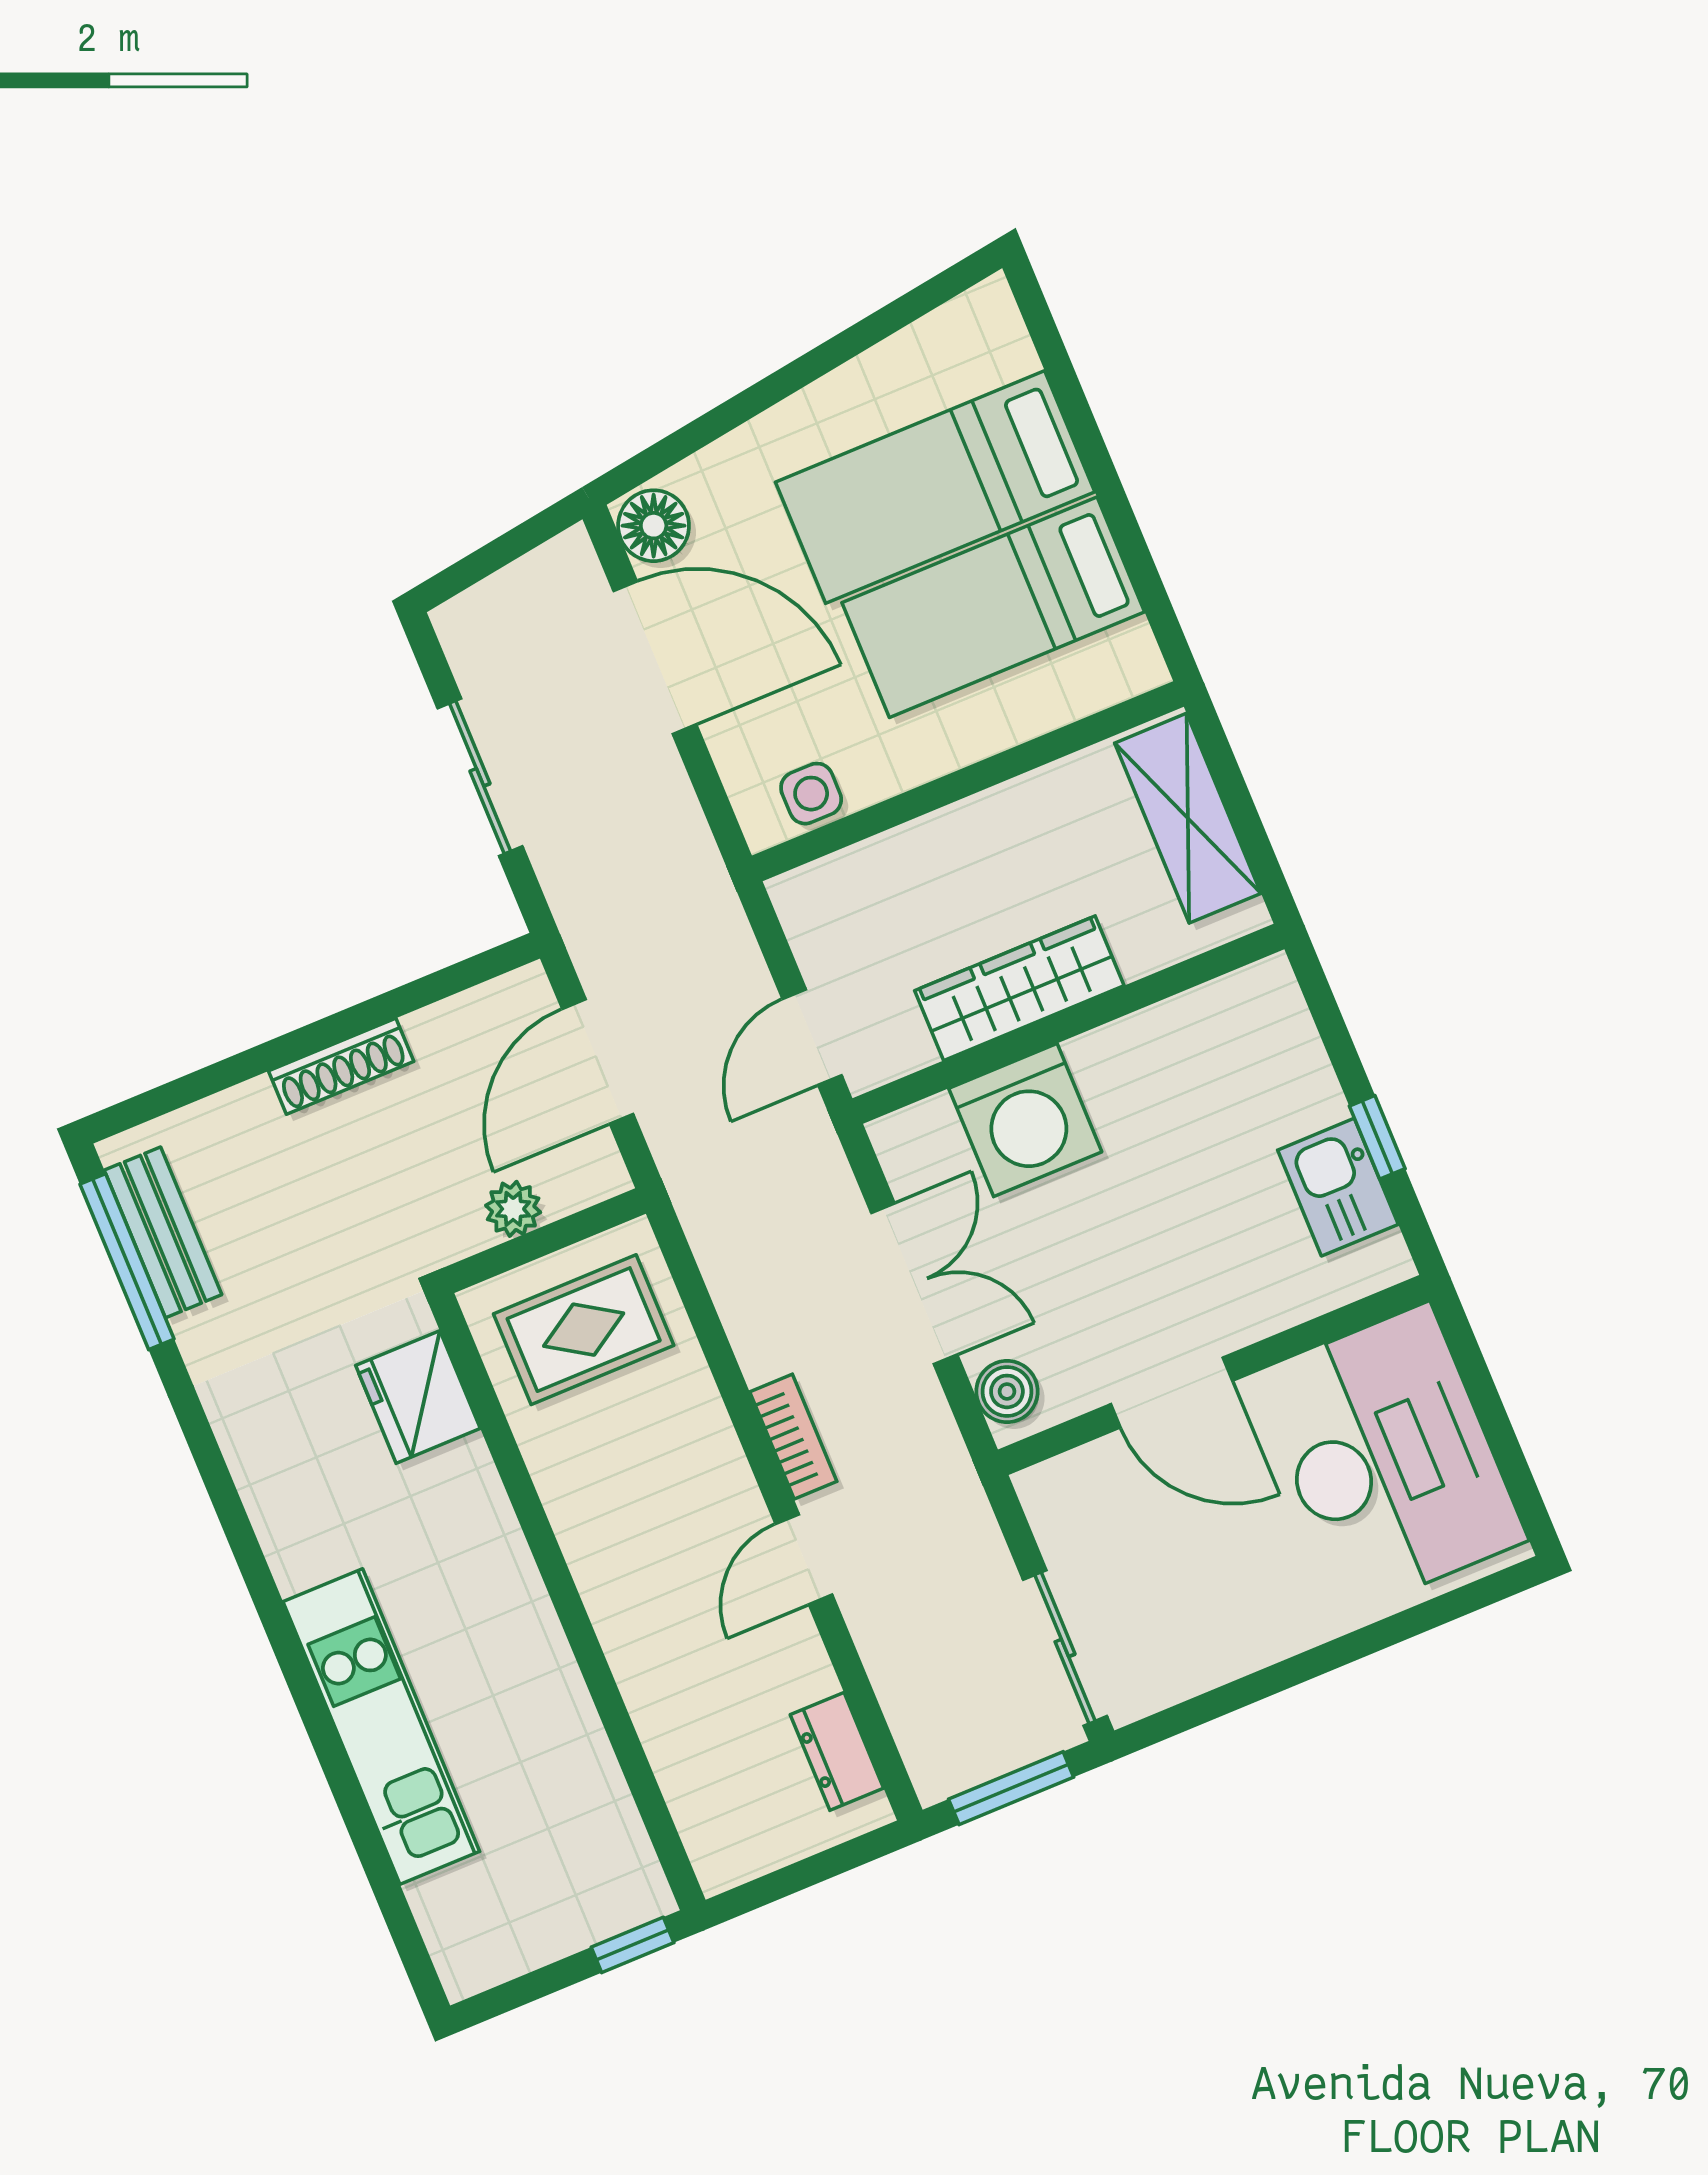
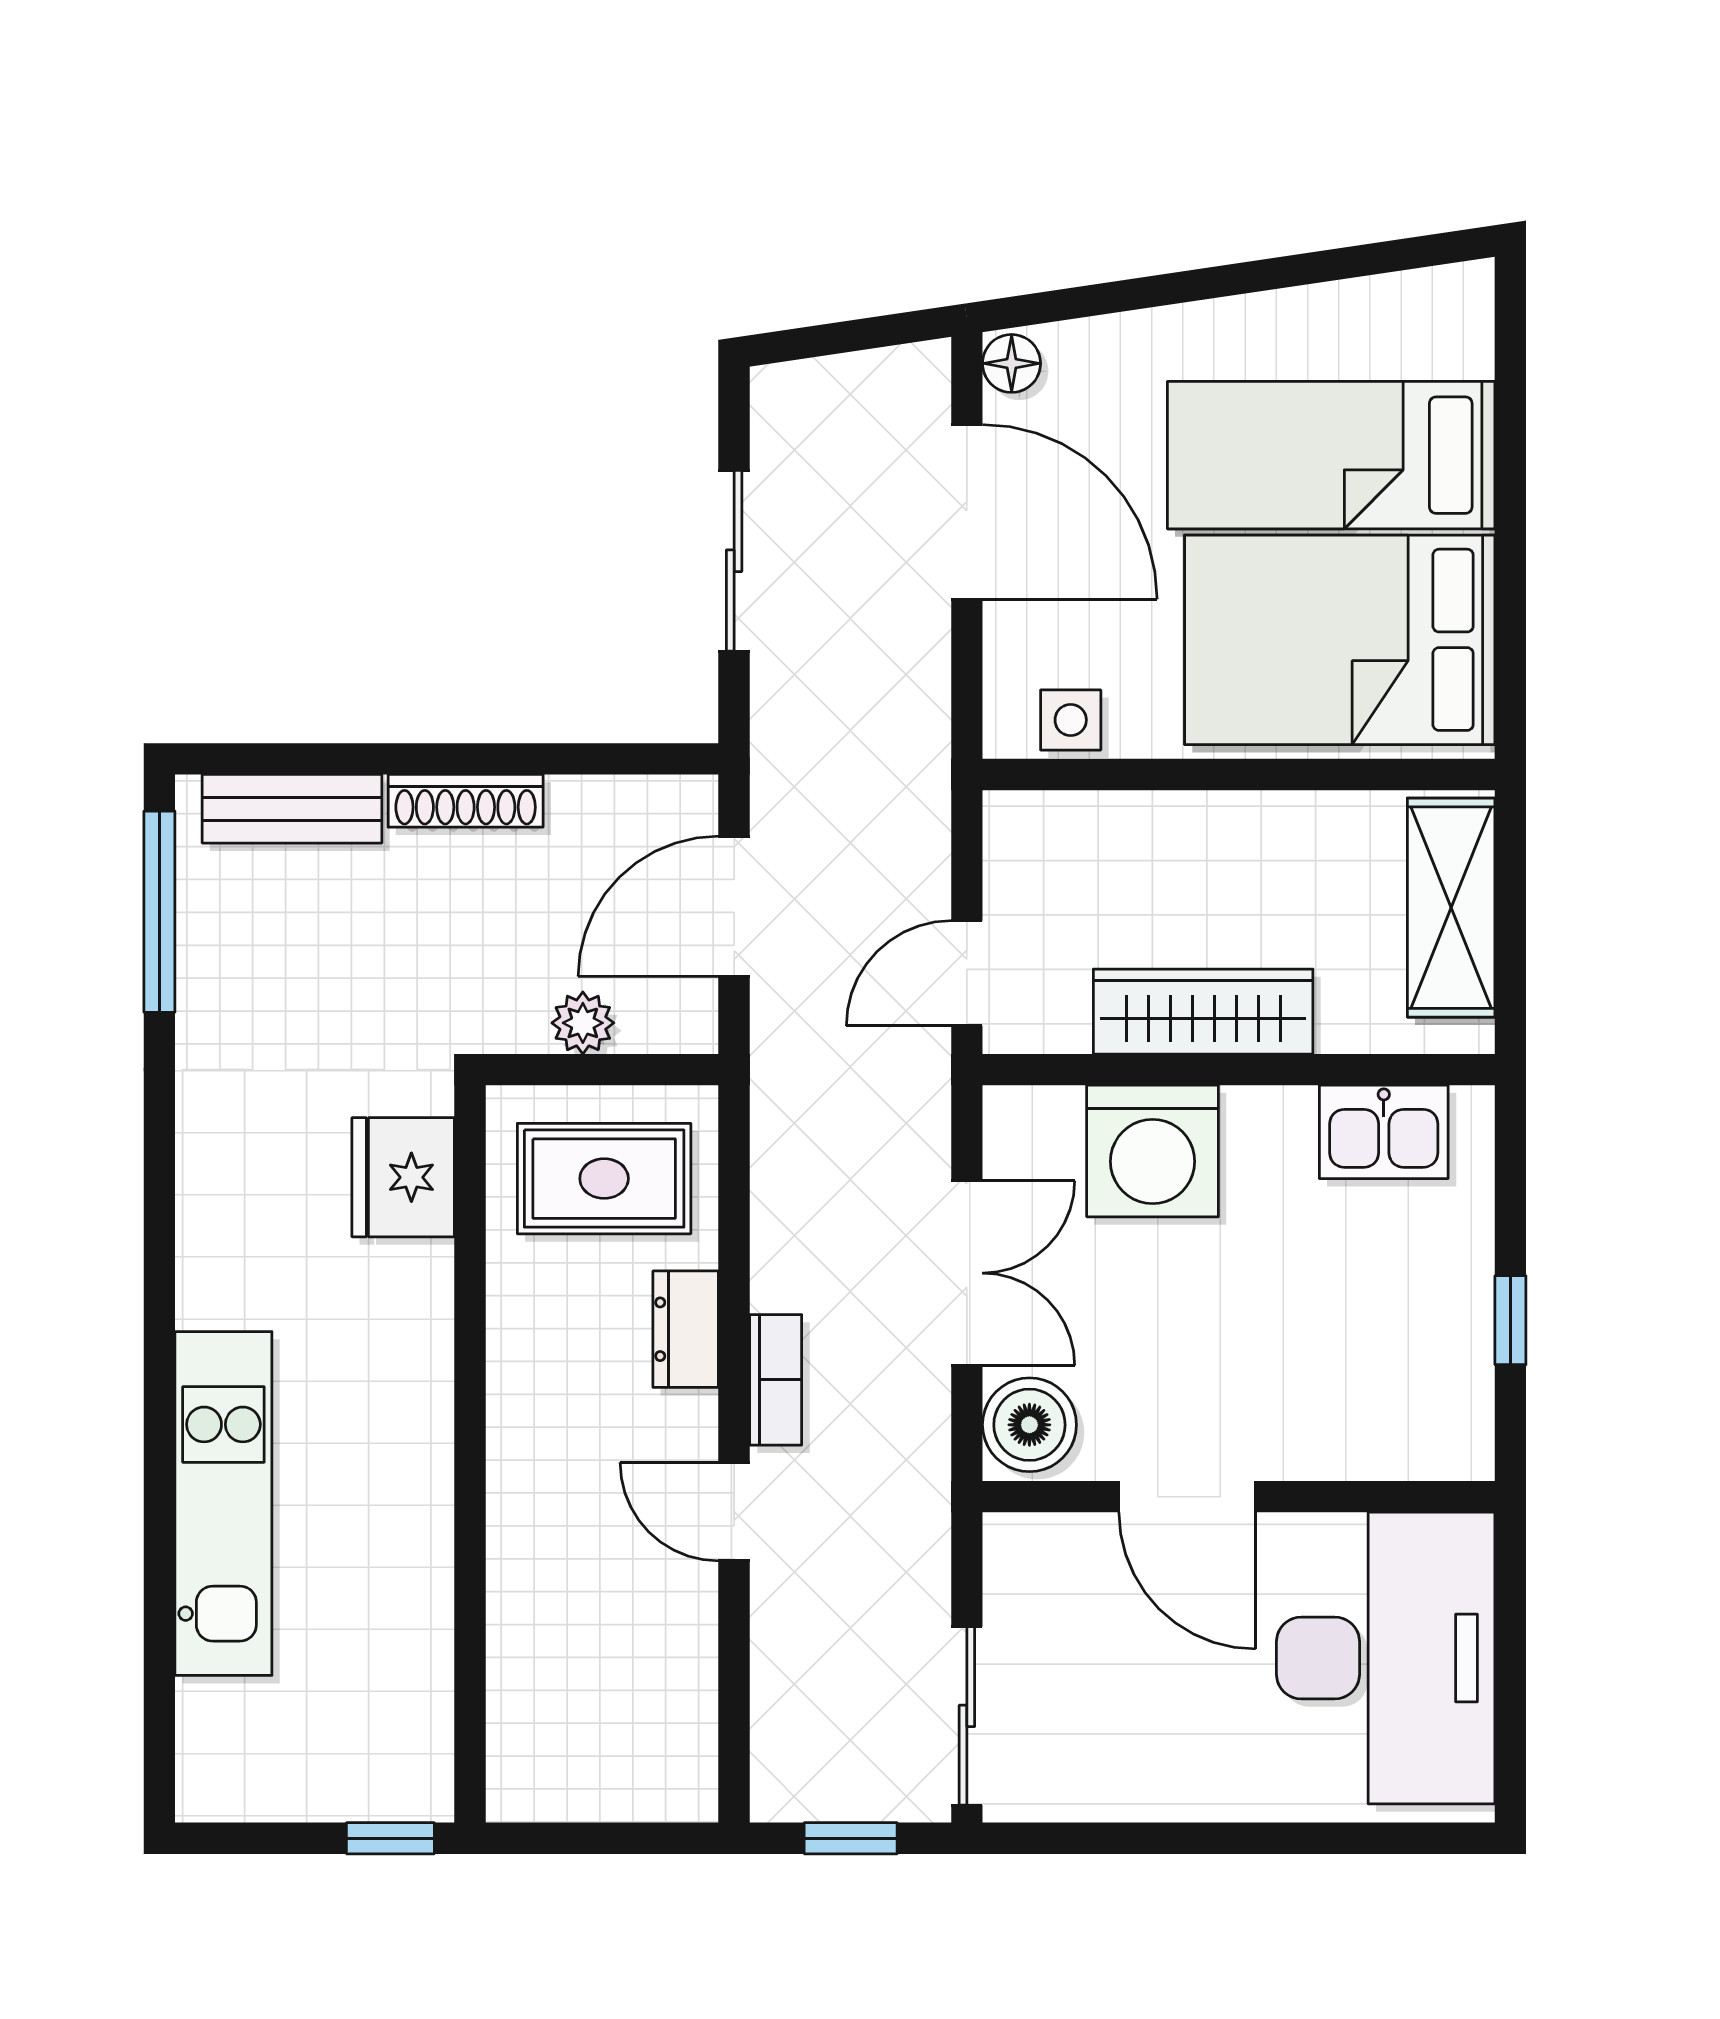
floor lamp: (654, 526) -> (1012, 363), width x0.73, depth x0.73
bed: (993, 607) -> (1340, 640), width x1.50
kitchen sink: (1338, 1187) -> (1384, 1132), moved, turned -90
bench: (163, 1232) -> (292, 809), moved, turned 90
boiler: (1007, 1391) -> (1029, 1425), width x1.36, depth x1.36
door: (804, 1559) -> (734, 1512), hinge flipped
dresser: (837, 1751) -> (686, 1329), moved
window: (1011, 1788) -> (851, 1838), width x0.67

